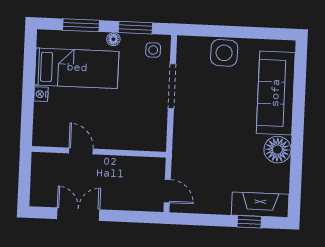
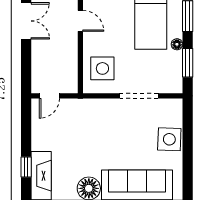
side table: (153, 50) -> (102, 68), moved, width x1.87, depth x1.87
door: (81, 151) -> (80, 21), hinge flipped

